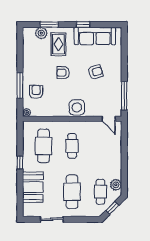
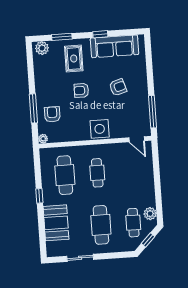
plant: (41, 33) -> (42, 48), moved

